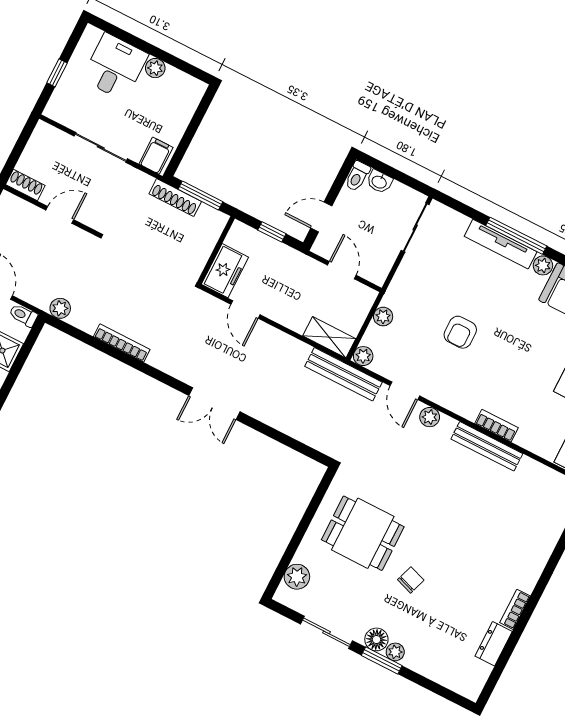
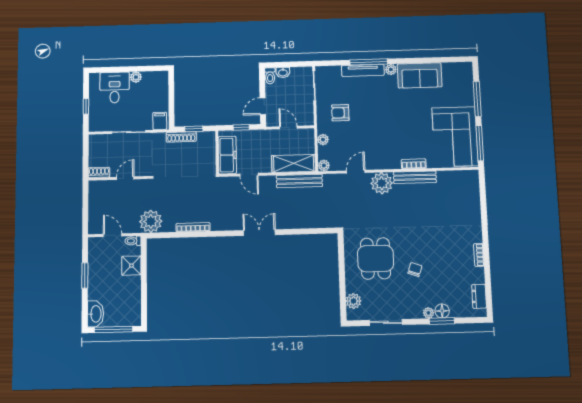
window: (200, 195) -> (194, 129), width x0.67
freezer: (225, 271) -> (227, 155), width x1.40
plant: (60, 308) -> (151, 221), width x1.87, depth x1.87
armchair: (460, 332) -> (340, 113), moved, turned 90
shelving: (329, 337) -> (294, 163), width x1.50, depth x1.33
bench: (344, 374) -> (299, 181), moved
door: (405, 391) -> (356, 172), swing flipped
double door: (214, 404) -> (259, 233), swing flipped
plant: (430, 417) -> (382, 183), width x1.87, depth x1.87
dining table: (363, 533) -> (376, 258), turned 90
floor lamp: (376, 639) -> (442, 311), moved
dresser: (494, 644) -> (479, 296), moved
window: (382, 660) -> (442, 321), moved

